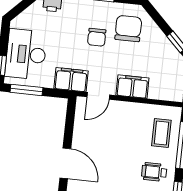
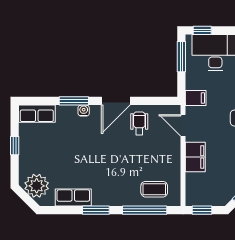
filing cabinet: (71, 80) -> (196, 98), width x0.50
wheelchair: (154, 172) -> (139, 123), moved

